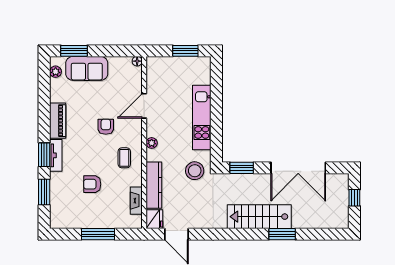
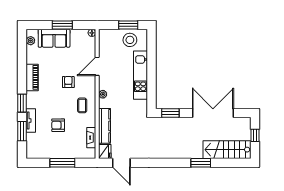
window: (74, 51) -> (62, 25), moved
tv unit: (56, 155) -> (31, 121), moved
double door: (298, 168) -> (213, 113), swing flipped
stool: (195, 171) -> (130, 40), moved
stairs: (259, 217) -> (227, 150), moved

